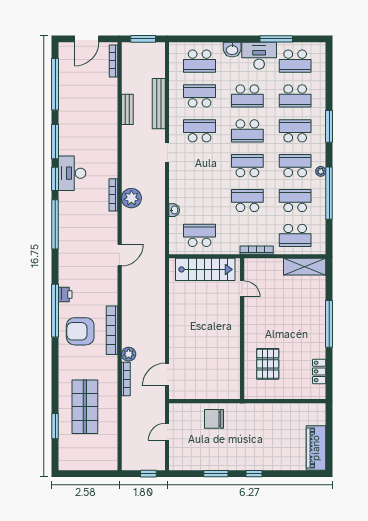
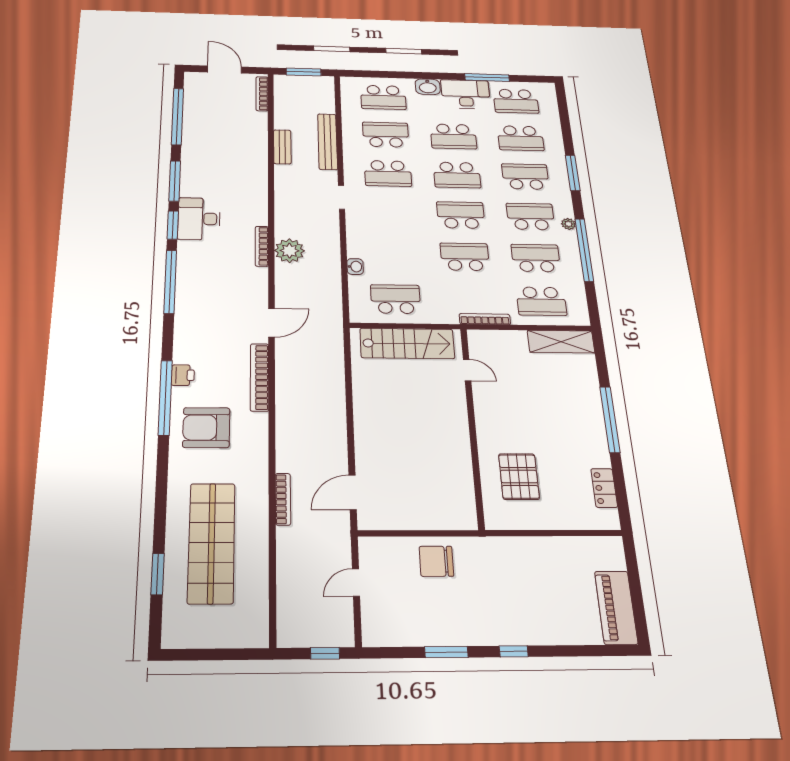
door: (87, 39) -> (224, 70), swing flipped
school desk: (200, 131) -> (388, 173), turned 180
bookcase: (112, 330) -> (260, 377), moved
plant: (129, 354) -> (287, 461), removed
shop shelf: (85, 407) -> (211, 543), width x1.40

